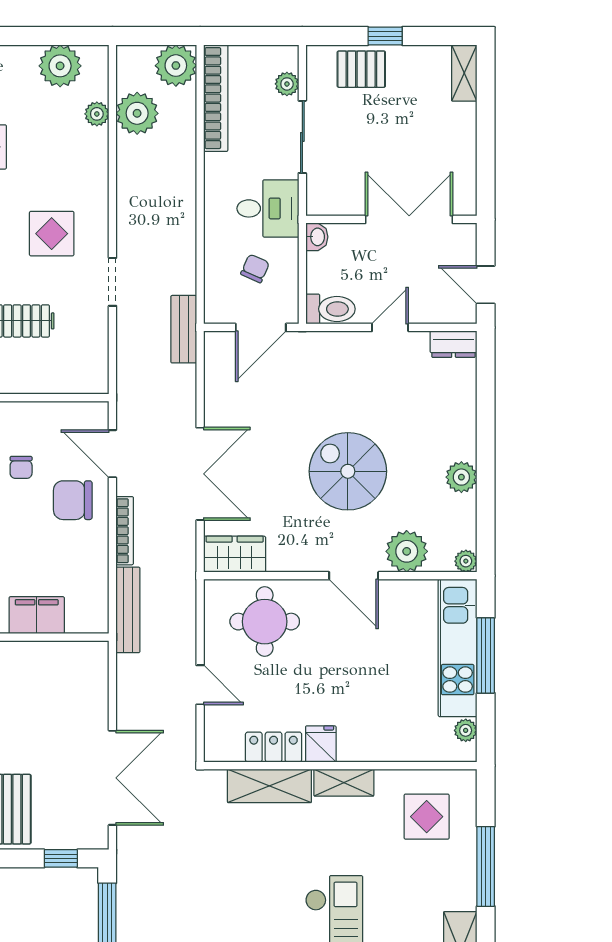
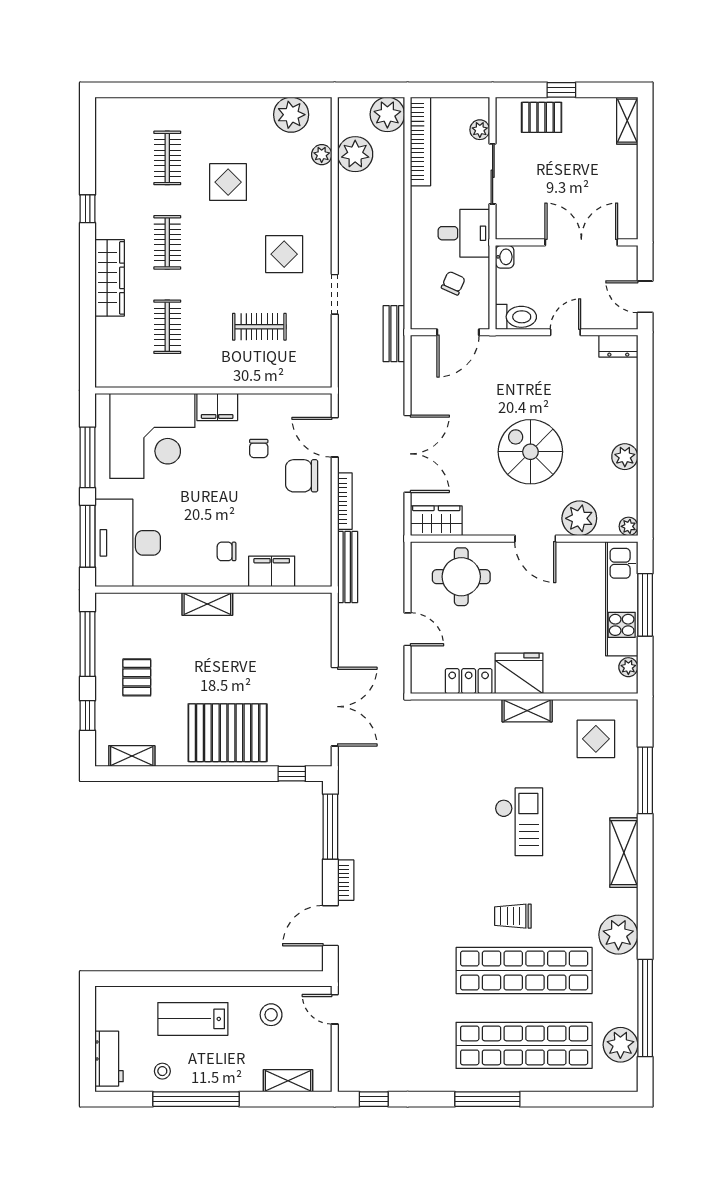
fridge: (321, 744) -> (519, 673), width x1.88, depth x1.34
shelving: (269, 786) -> (465, 713), removed

